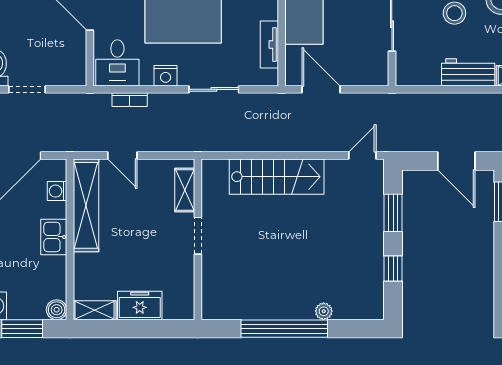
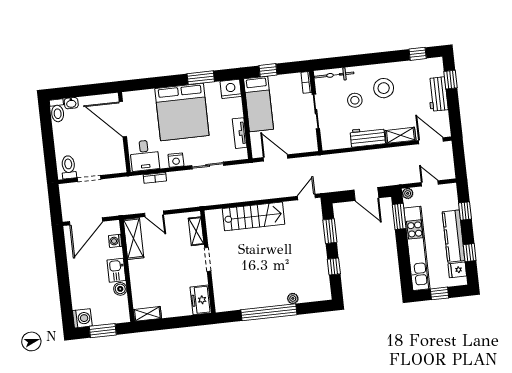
shelving: (86, 205) -> (134, 239), width x0.68
freezer: (140, 305) -> (201, 300), moved, turned -90
boiler: (57, 310) -> (120, 289), moved

